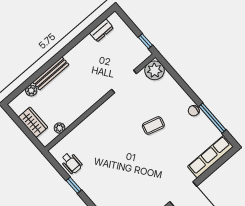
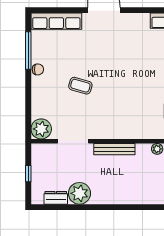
window: (145, 41) -> (28, 174), moved
bench: (51, 73) -> (114, 149), moved
plant: (31, 91) -> (79, 193), moved, width x1.87, depth x1.87

